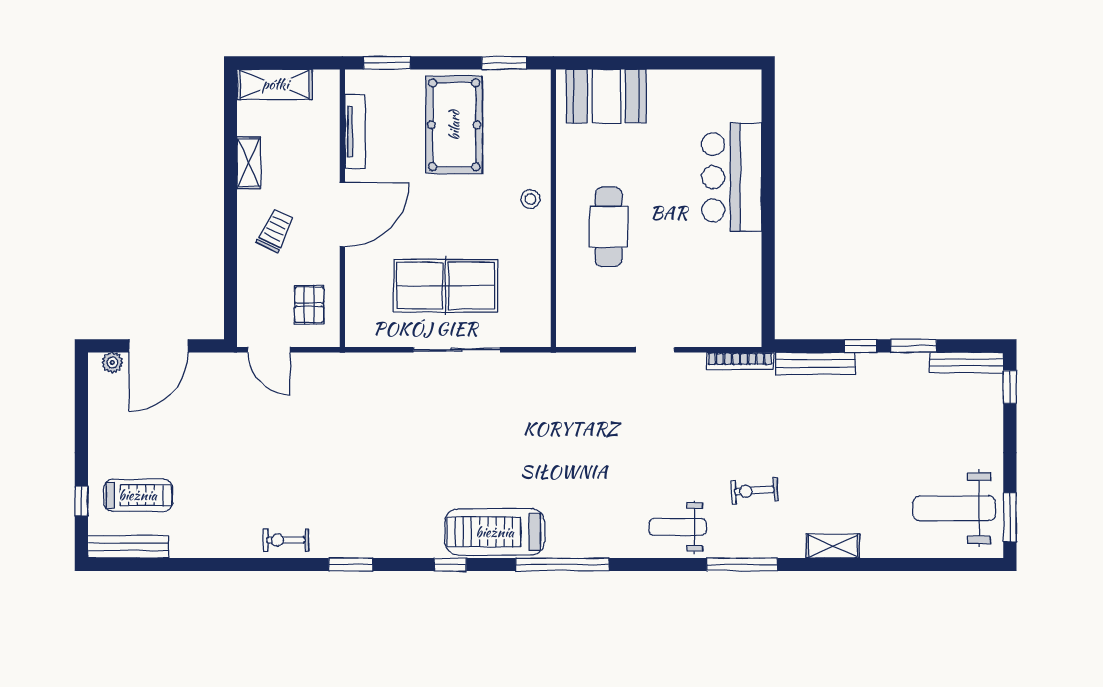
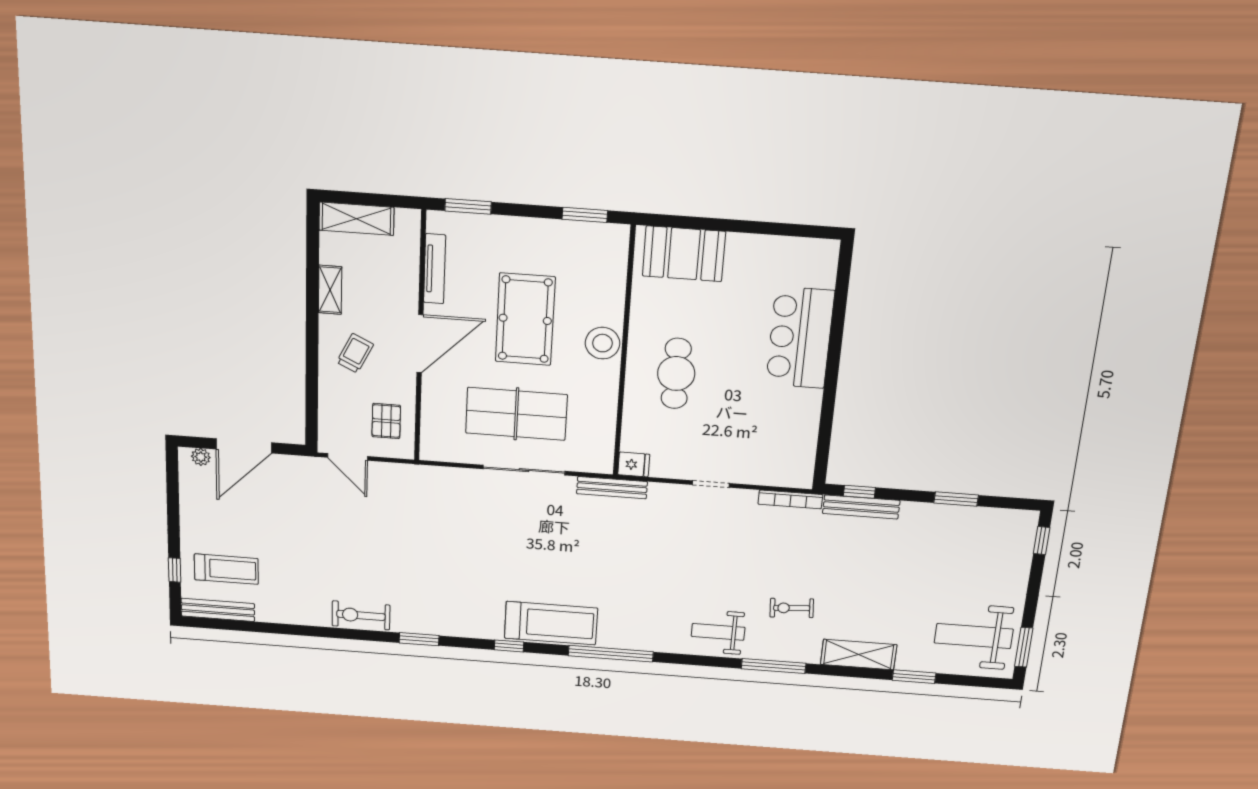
pool table: (454, 125) -> (525, 319), moved
stool: (530, 199) -> (602, 343), width x1.89, depth x1.89
fridge: (572, 334) -> (634, 465), added
window: (861, 346) -> (859, 492), moved
bench: (967, 363) -> (612, 488), moved
treadmill: (495, 532) -> (551, 623), turned 180
exercise bike: (286, 540) -> (361, 615), width x1.38, depth x1.39
shelving: (833, 546) -> (859, 655), width x1.50, depth x1.33
window: (896, 564) -> (914, 677), added

